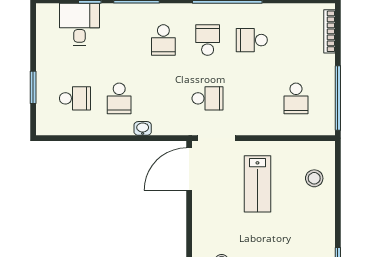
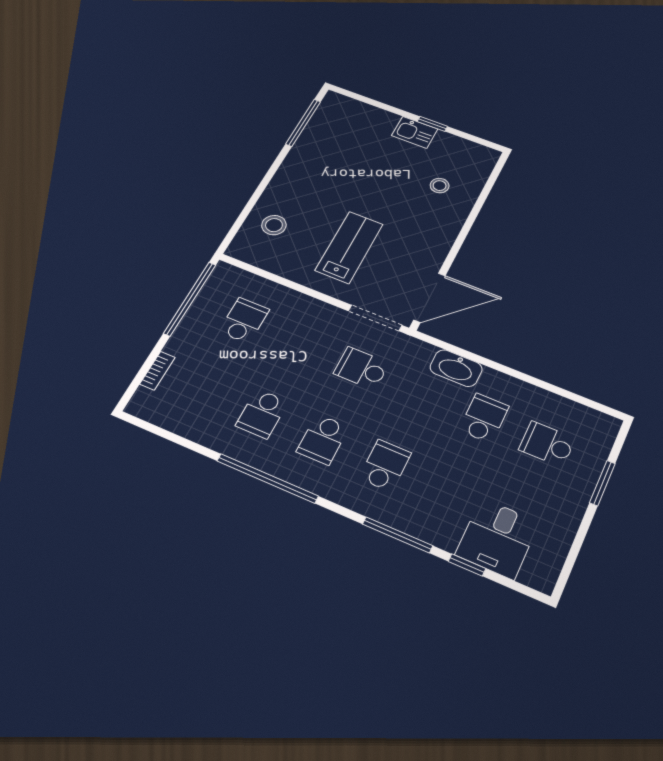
bookcase: (330, 31) -> (157, 371), width x0.64
school desk: (252, 40) -> (262, 414), turned 90
washbasin: (143, 128) -> (456, 368), width x1.91, depth x1.45

